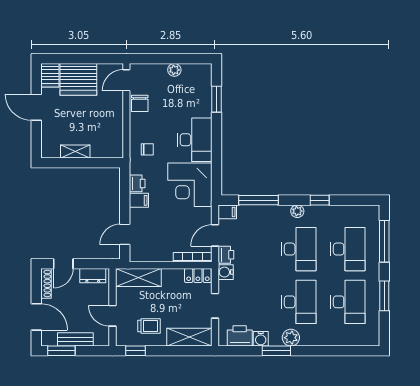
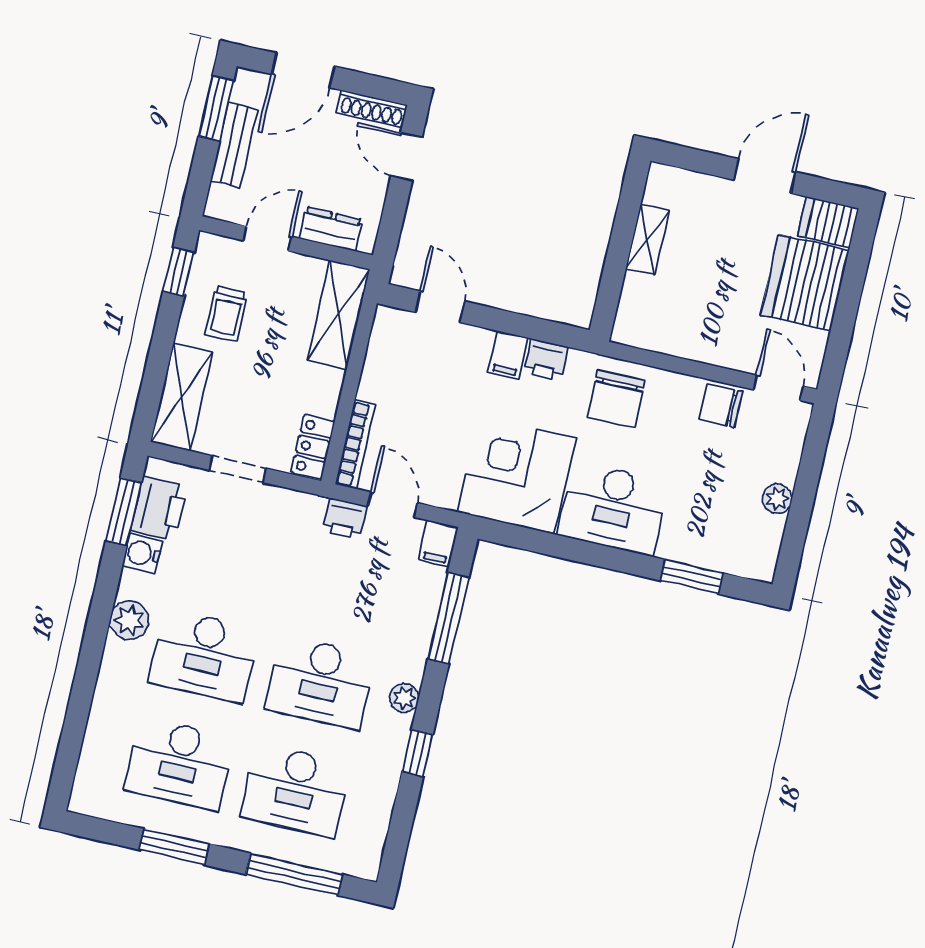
chair: (147, 149) -> (616, 399), width x1.87, depth x1.87
water cooler: (226, 272) -> (306, 509), removed
dresser: (93, 276) -> (331, 229), moved, turned 90
window: (276, 351) -> (124, 512), moved

